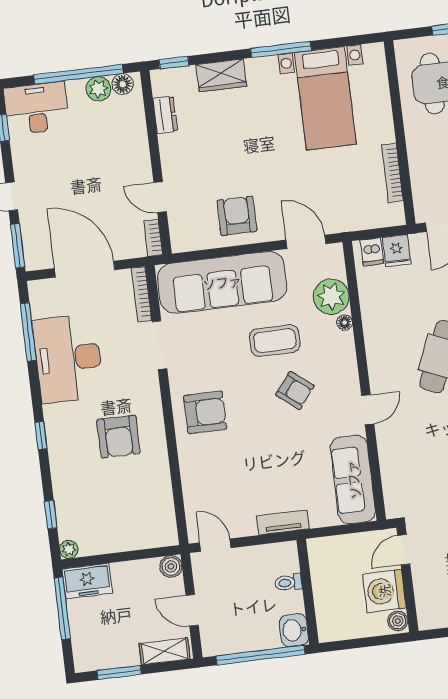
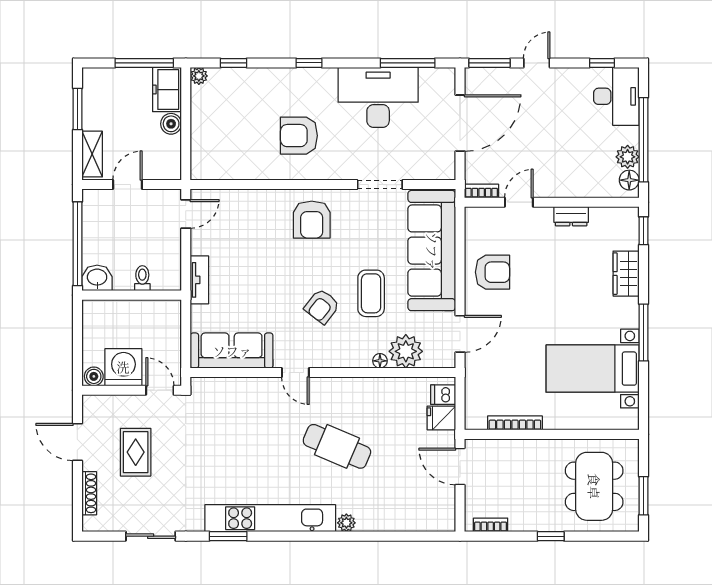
dresser: (165, 115) -> (571, 216), moved
bookcase: (142, 294) -> (430, 174), removed
boiler: (171, 566) -> (171, 124), moved

